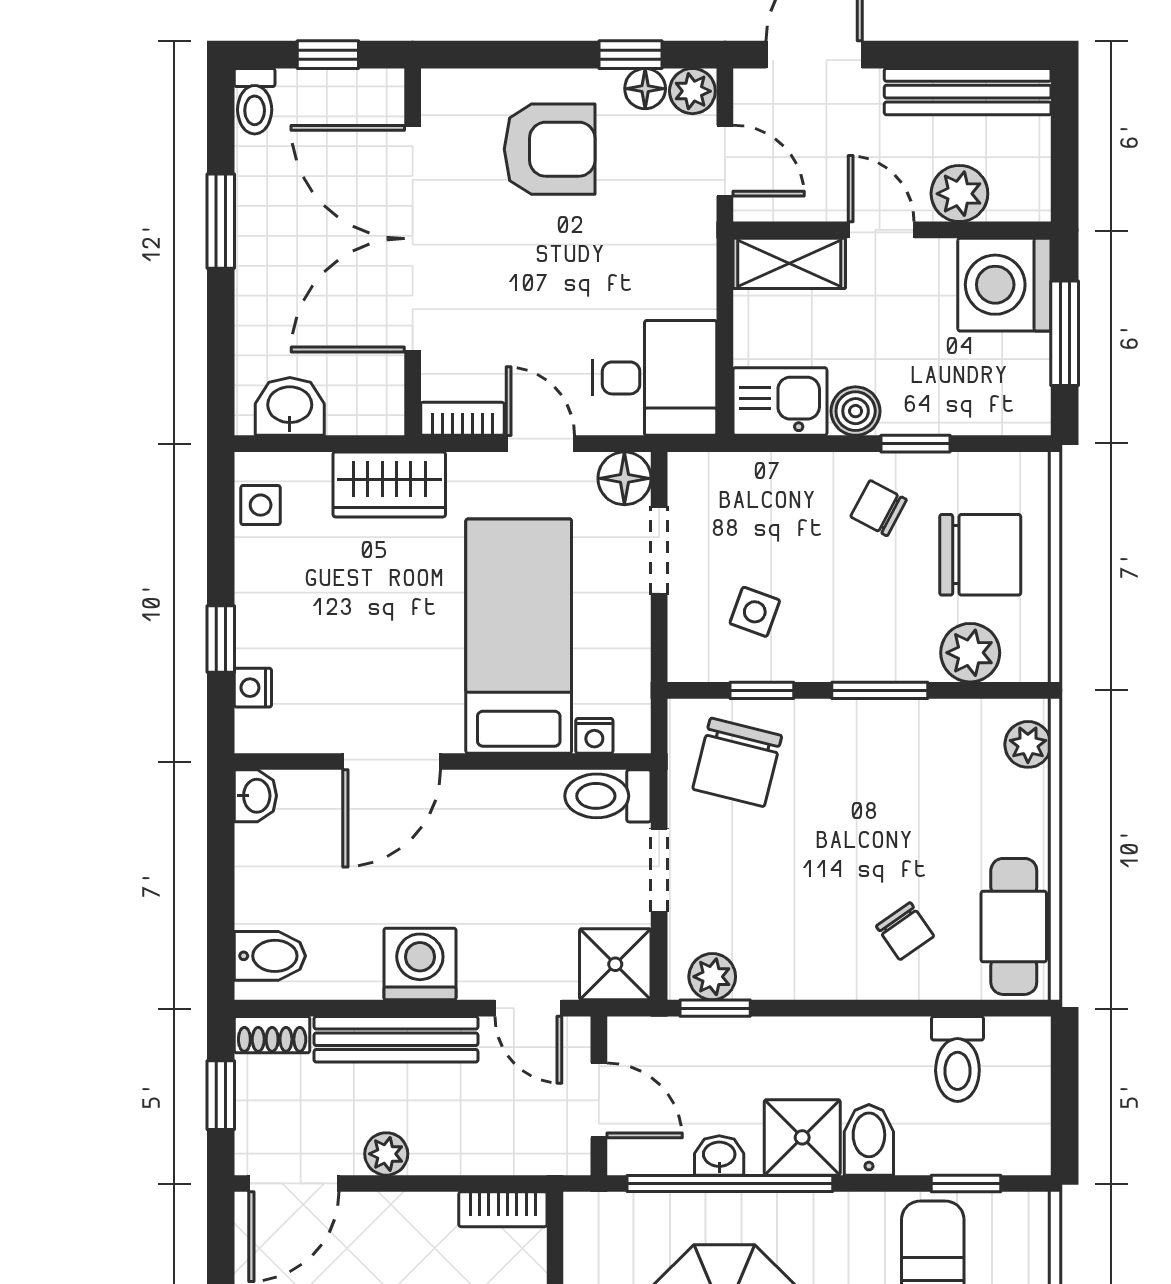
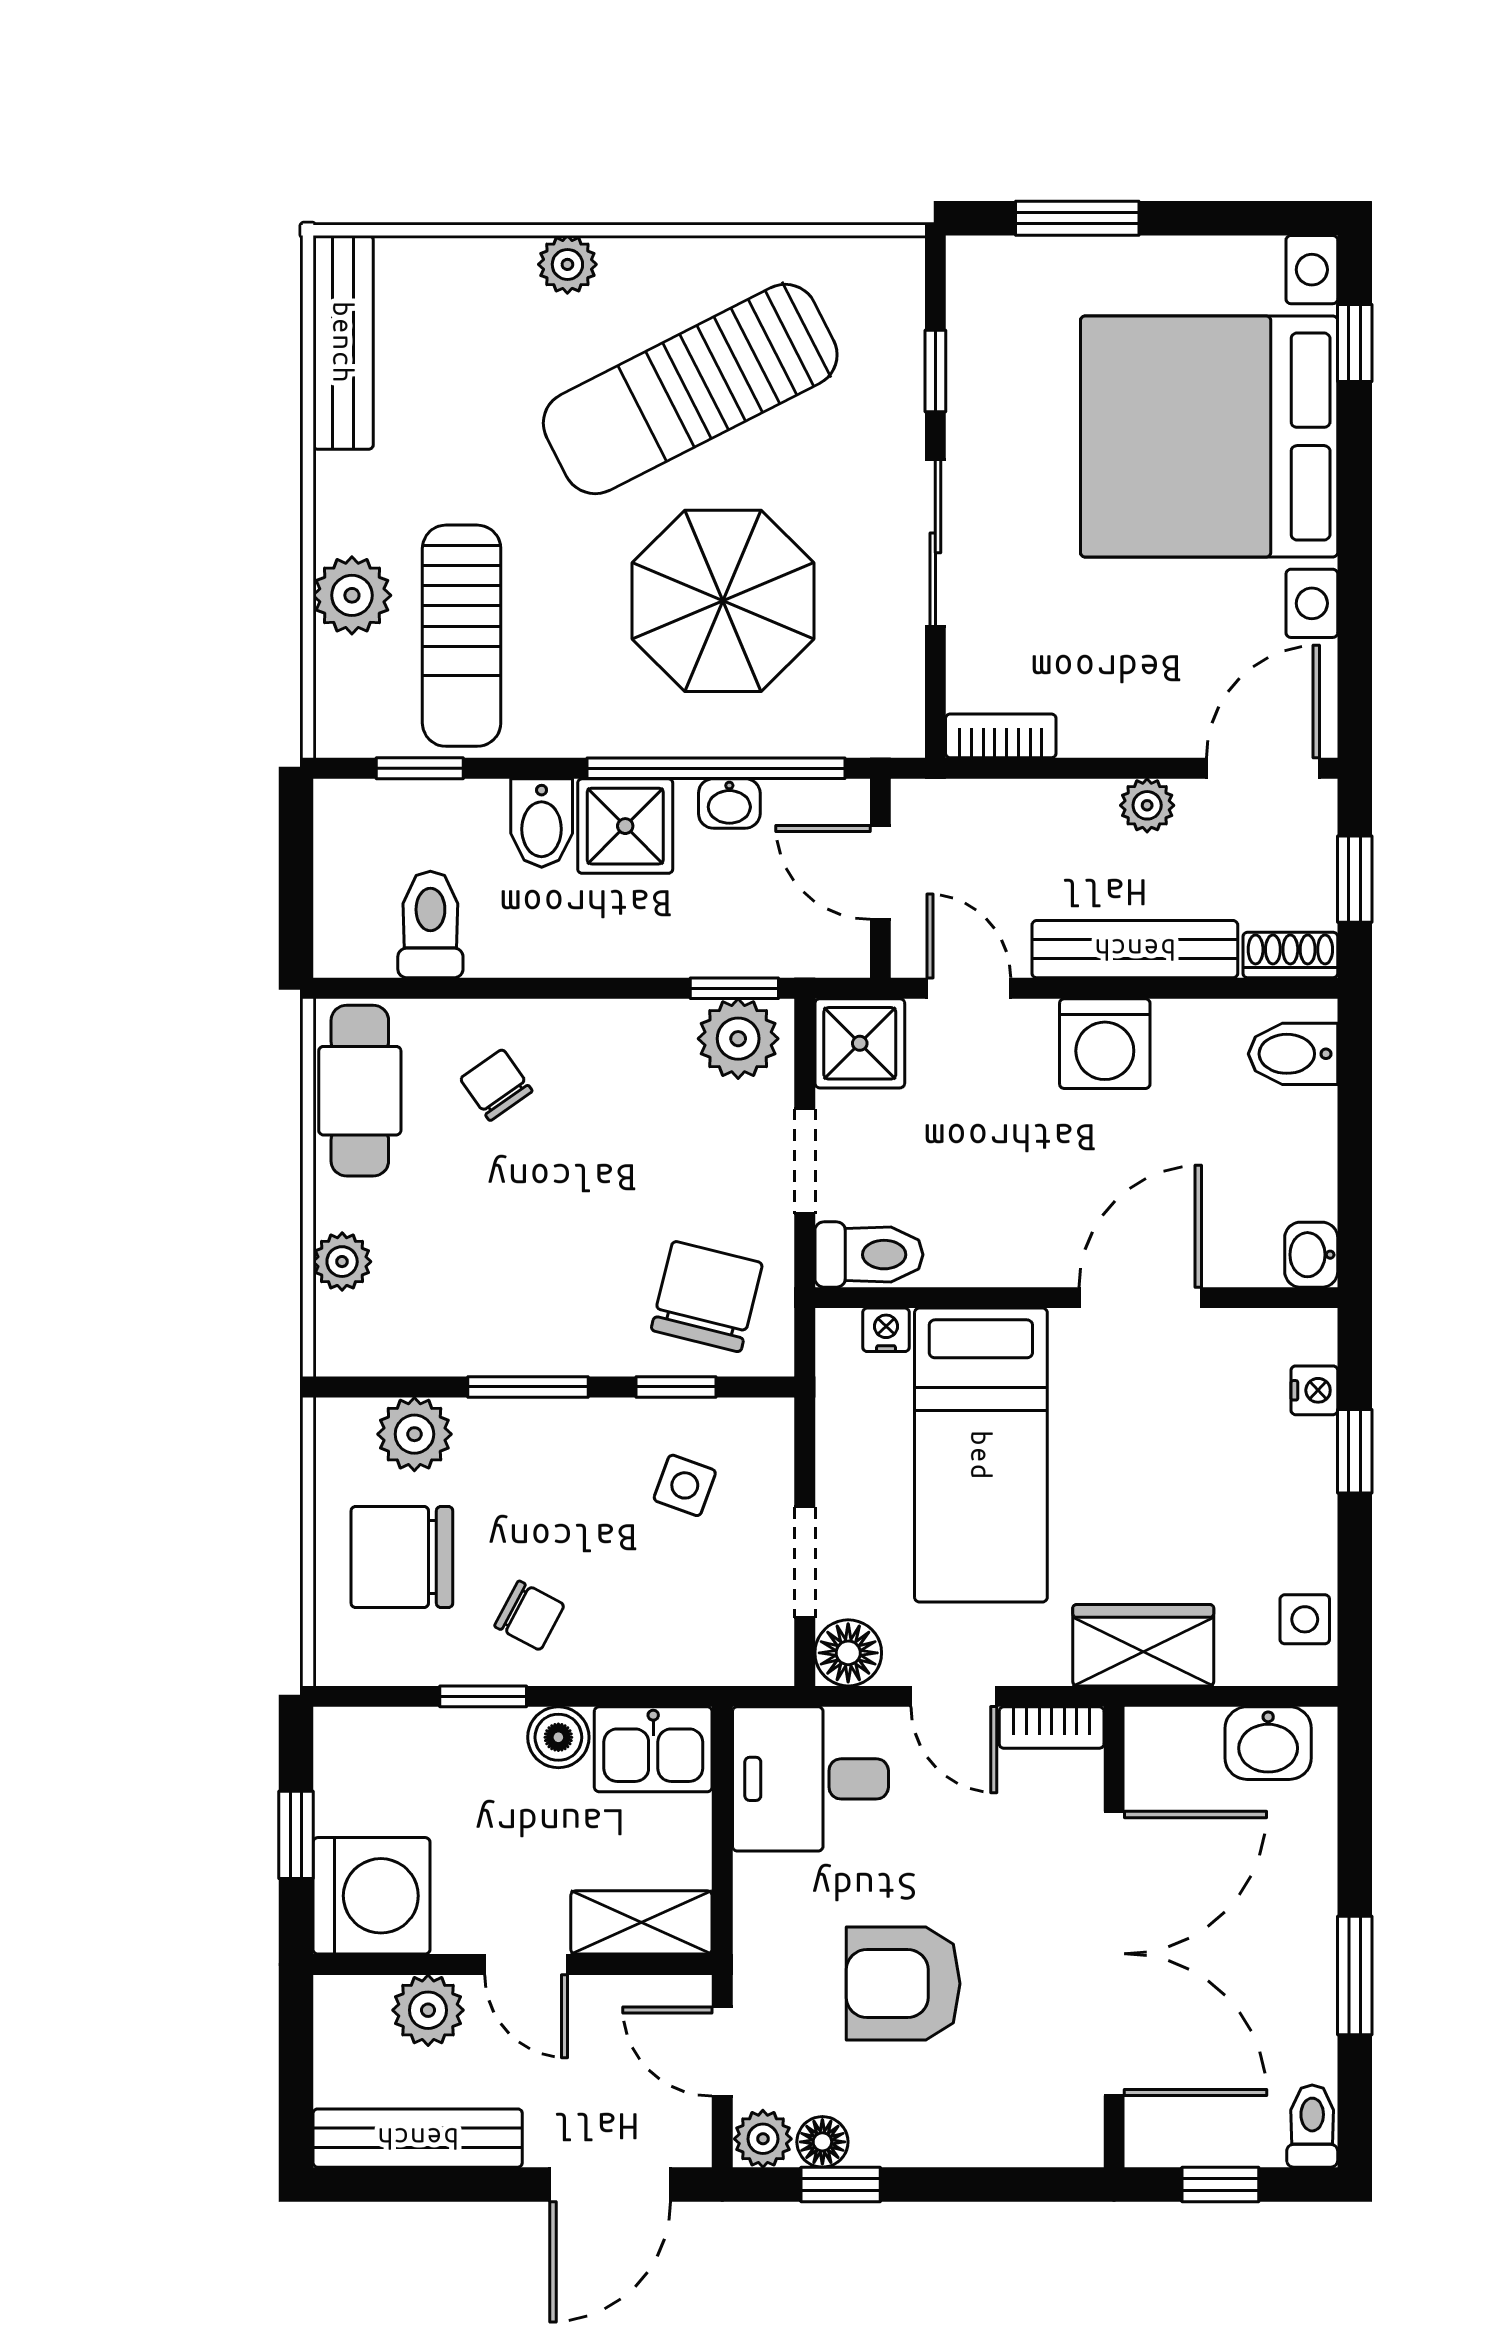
armchair: (550, 149) -> (903, 1984), moved
window: (1065, 333) -> (296, 1835), width x0.67
plant: (1028, 744) -> (342, 1262), moved
plant: (712, 977) -> (738, 1039), width x1.38, depth x1.38

